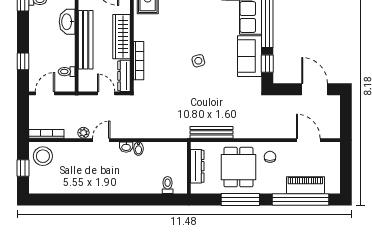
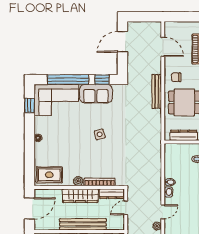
plant: (140, 34) -> (78, 181), added
bench: (211, 132) -> (157, 91), moved
door: (101, 140) -> (163, 212), swing flipped
door: (308, 140) -> (163, 47), swing flipped

